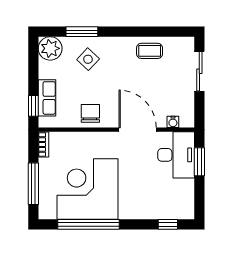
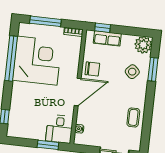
door: (138, 130) -> (78, 92), moved
desk: (176, 155) -> (59, 129), width x0.73

